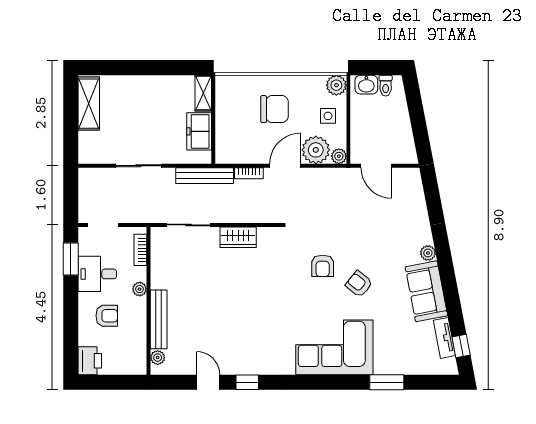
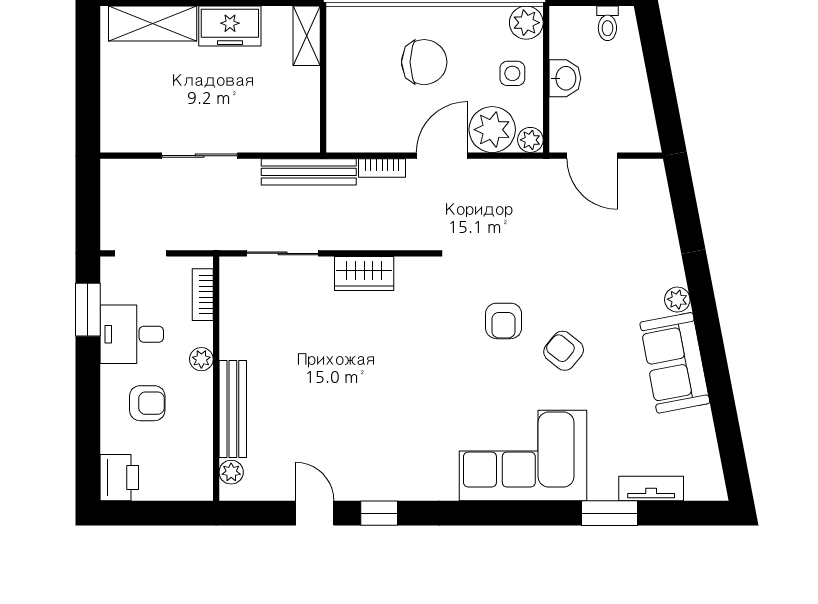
washbasin: (366, 85) -> (565, 78), moved, turned -90
shelving: (89, 104) -> (153, 24), moved, turned 90
freezer: (199, 131) -> (230, 26), moved, turned -90
tv unit: (444, 338) -> (651, 489), moved, turned 101
window: (461, 346) -> (732, 453), removed

